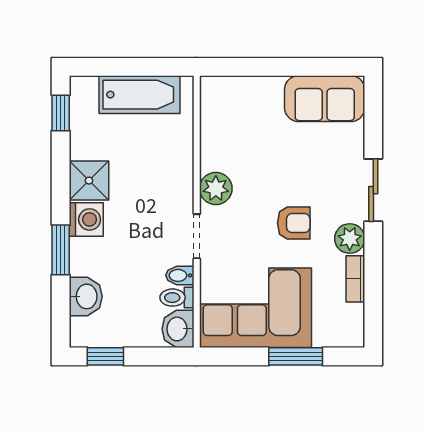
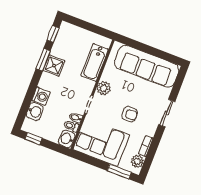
bathtub: (139, 95) -> (95, 62), moved, turned 90
sofa: (325, 99) -> (147, 66), width x1.85, depth x1.27
washing machine: (86, 219) -> (41, 96), moved
plant: (350, 239) -> (137, 161), moved
window: (61, 250) -> (43, 60), moved
window: (296, 356) -> (119, 172), moved

